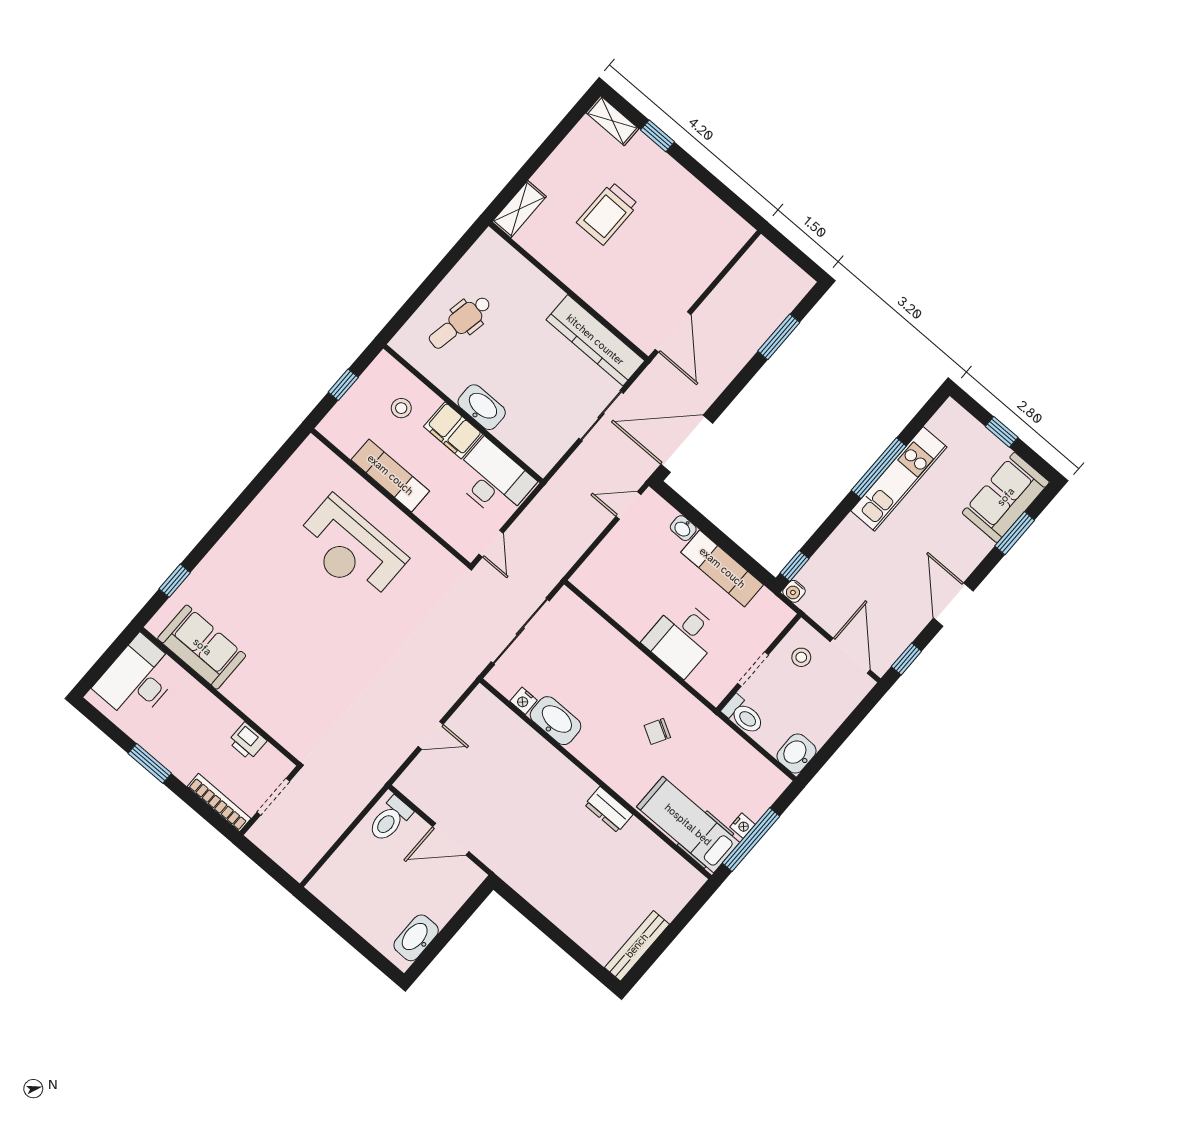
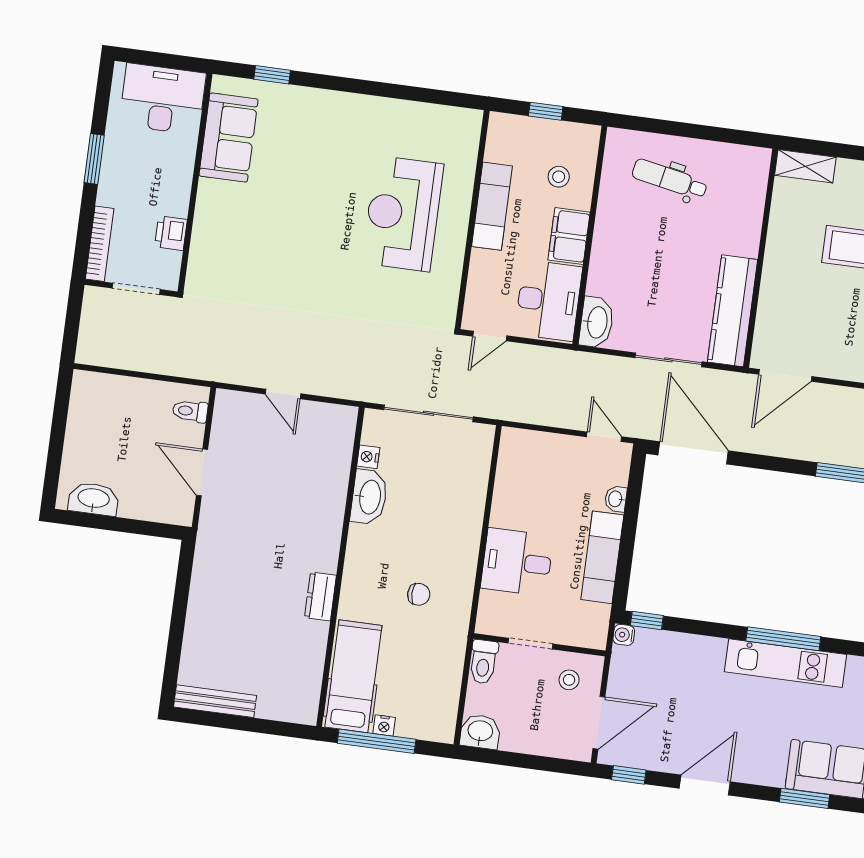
washbasin: (482, 407) -> (596, 322), moved
chair: (657, 731) -> (419, 594), turned 151
toilet: (390, 819) -> (190, 411), width x0.73, depth x0.72

